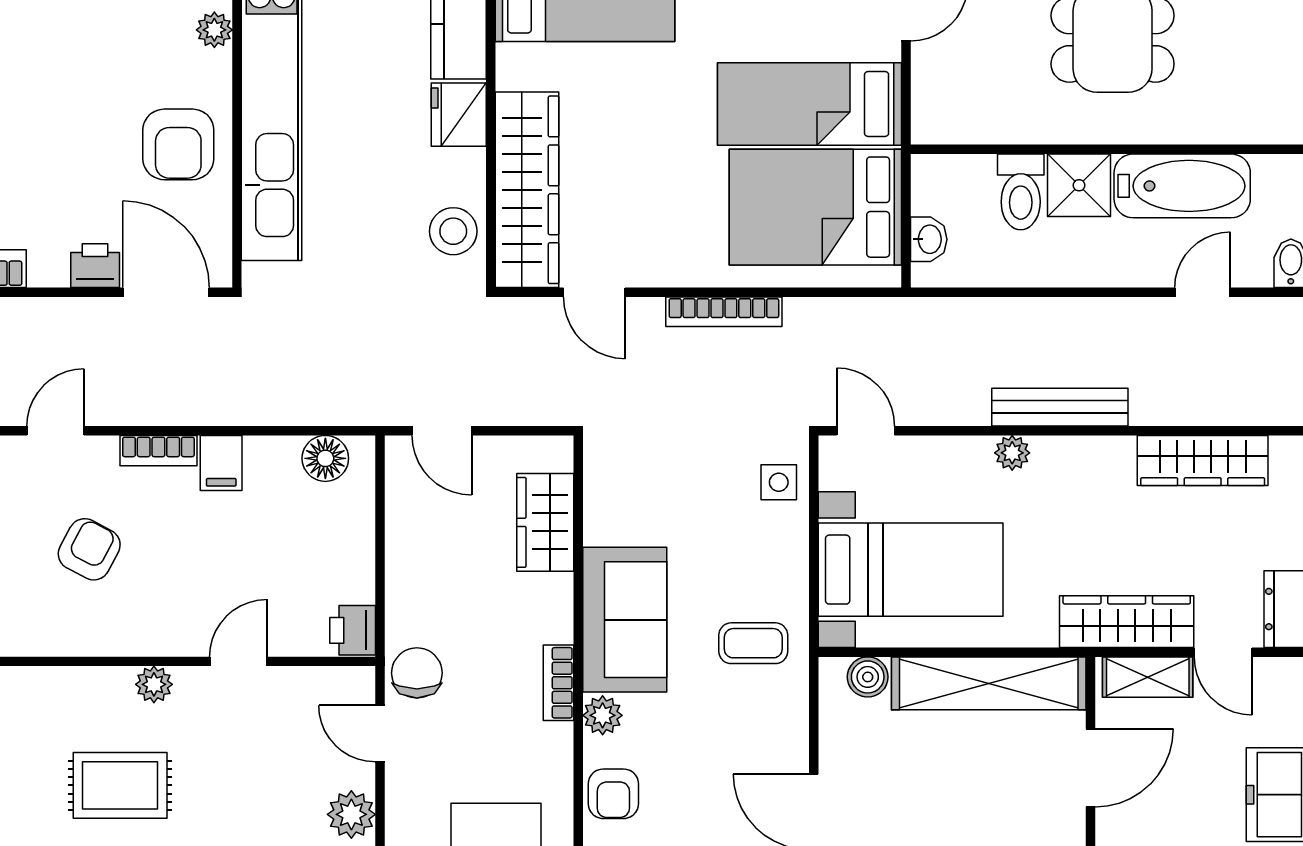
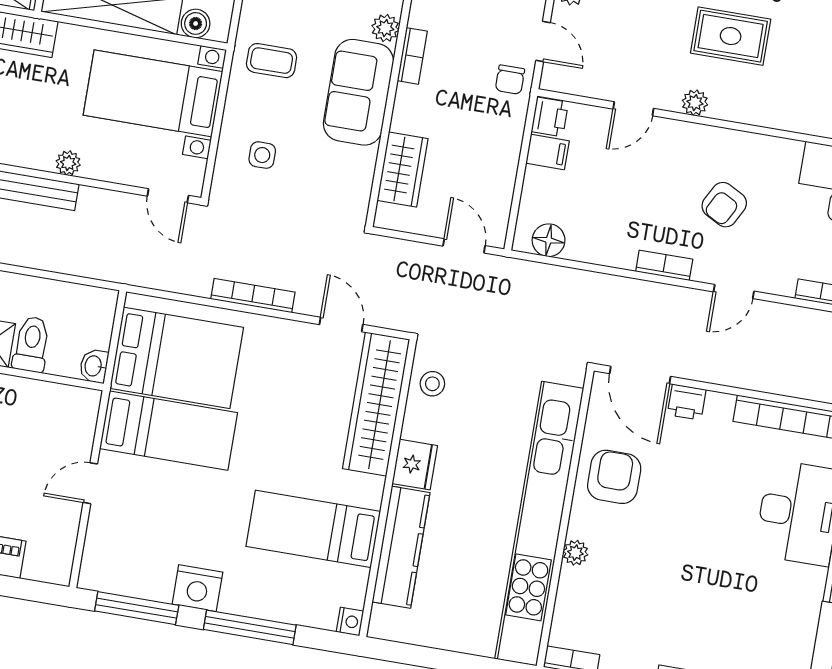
stool: (453, 231) -> (432, 384), width x0.73, depth x0.73
washbasin: (929, 239) -> (94, 366), moved
filing cabinet: (221, 463) -> (547, 152), moved, turned 90
side table: (779, 482) -> (262, 155), moved
chair: (417, 673) -> (510, 80), width x0.73, depth x0.73

